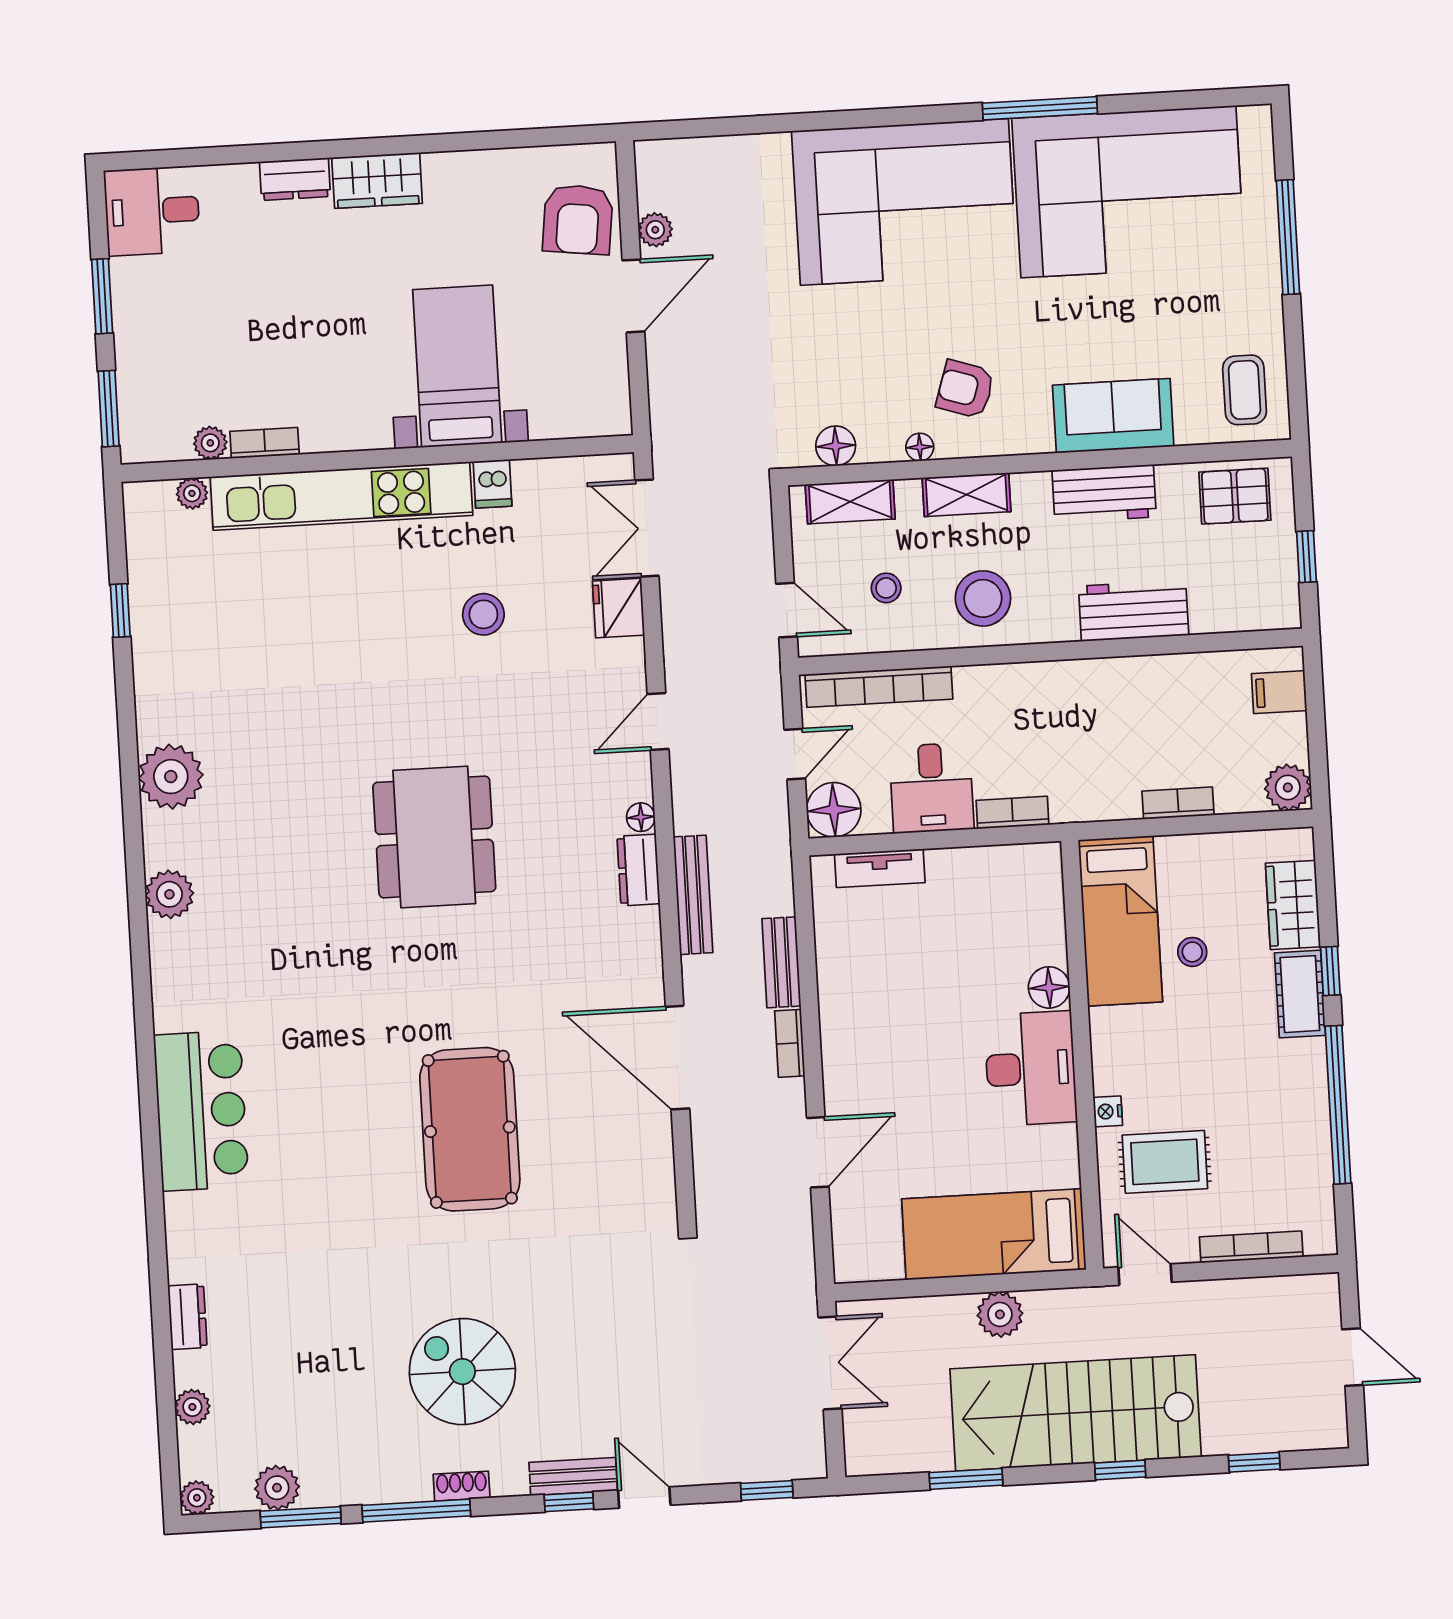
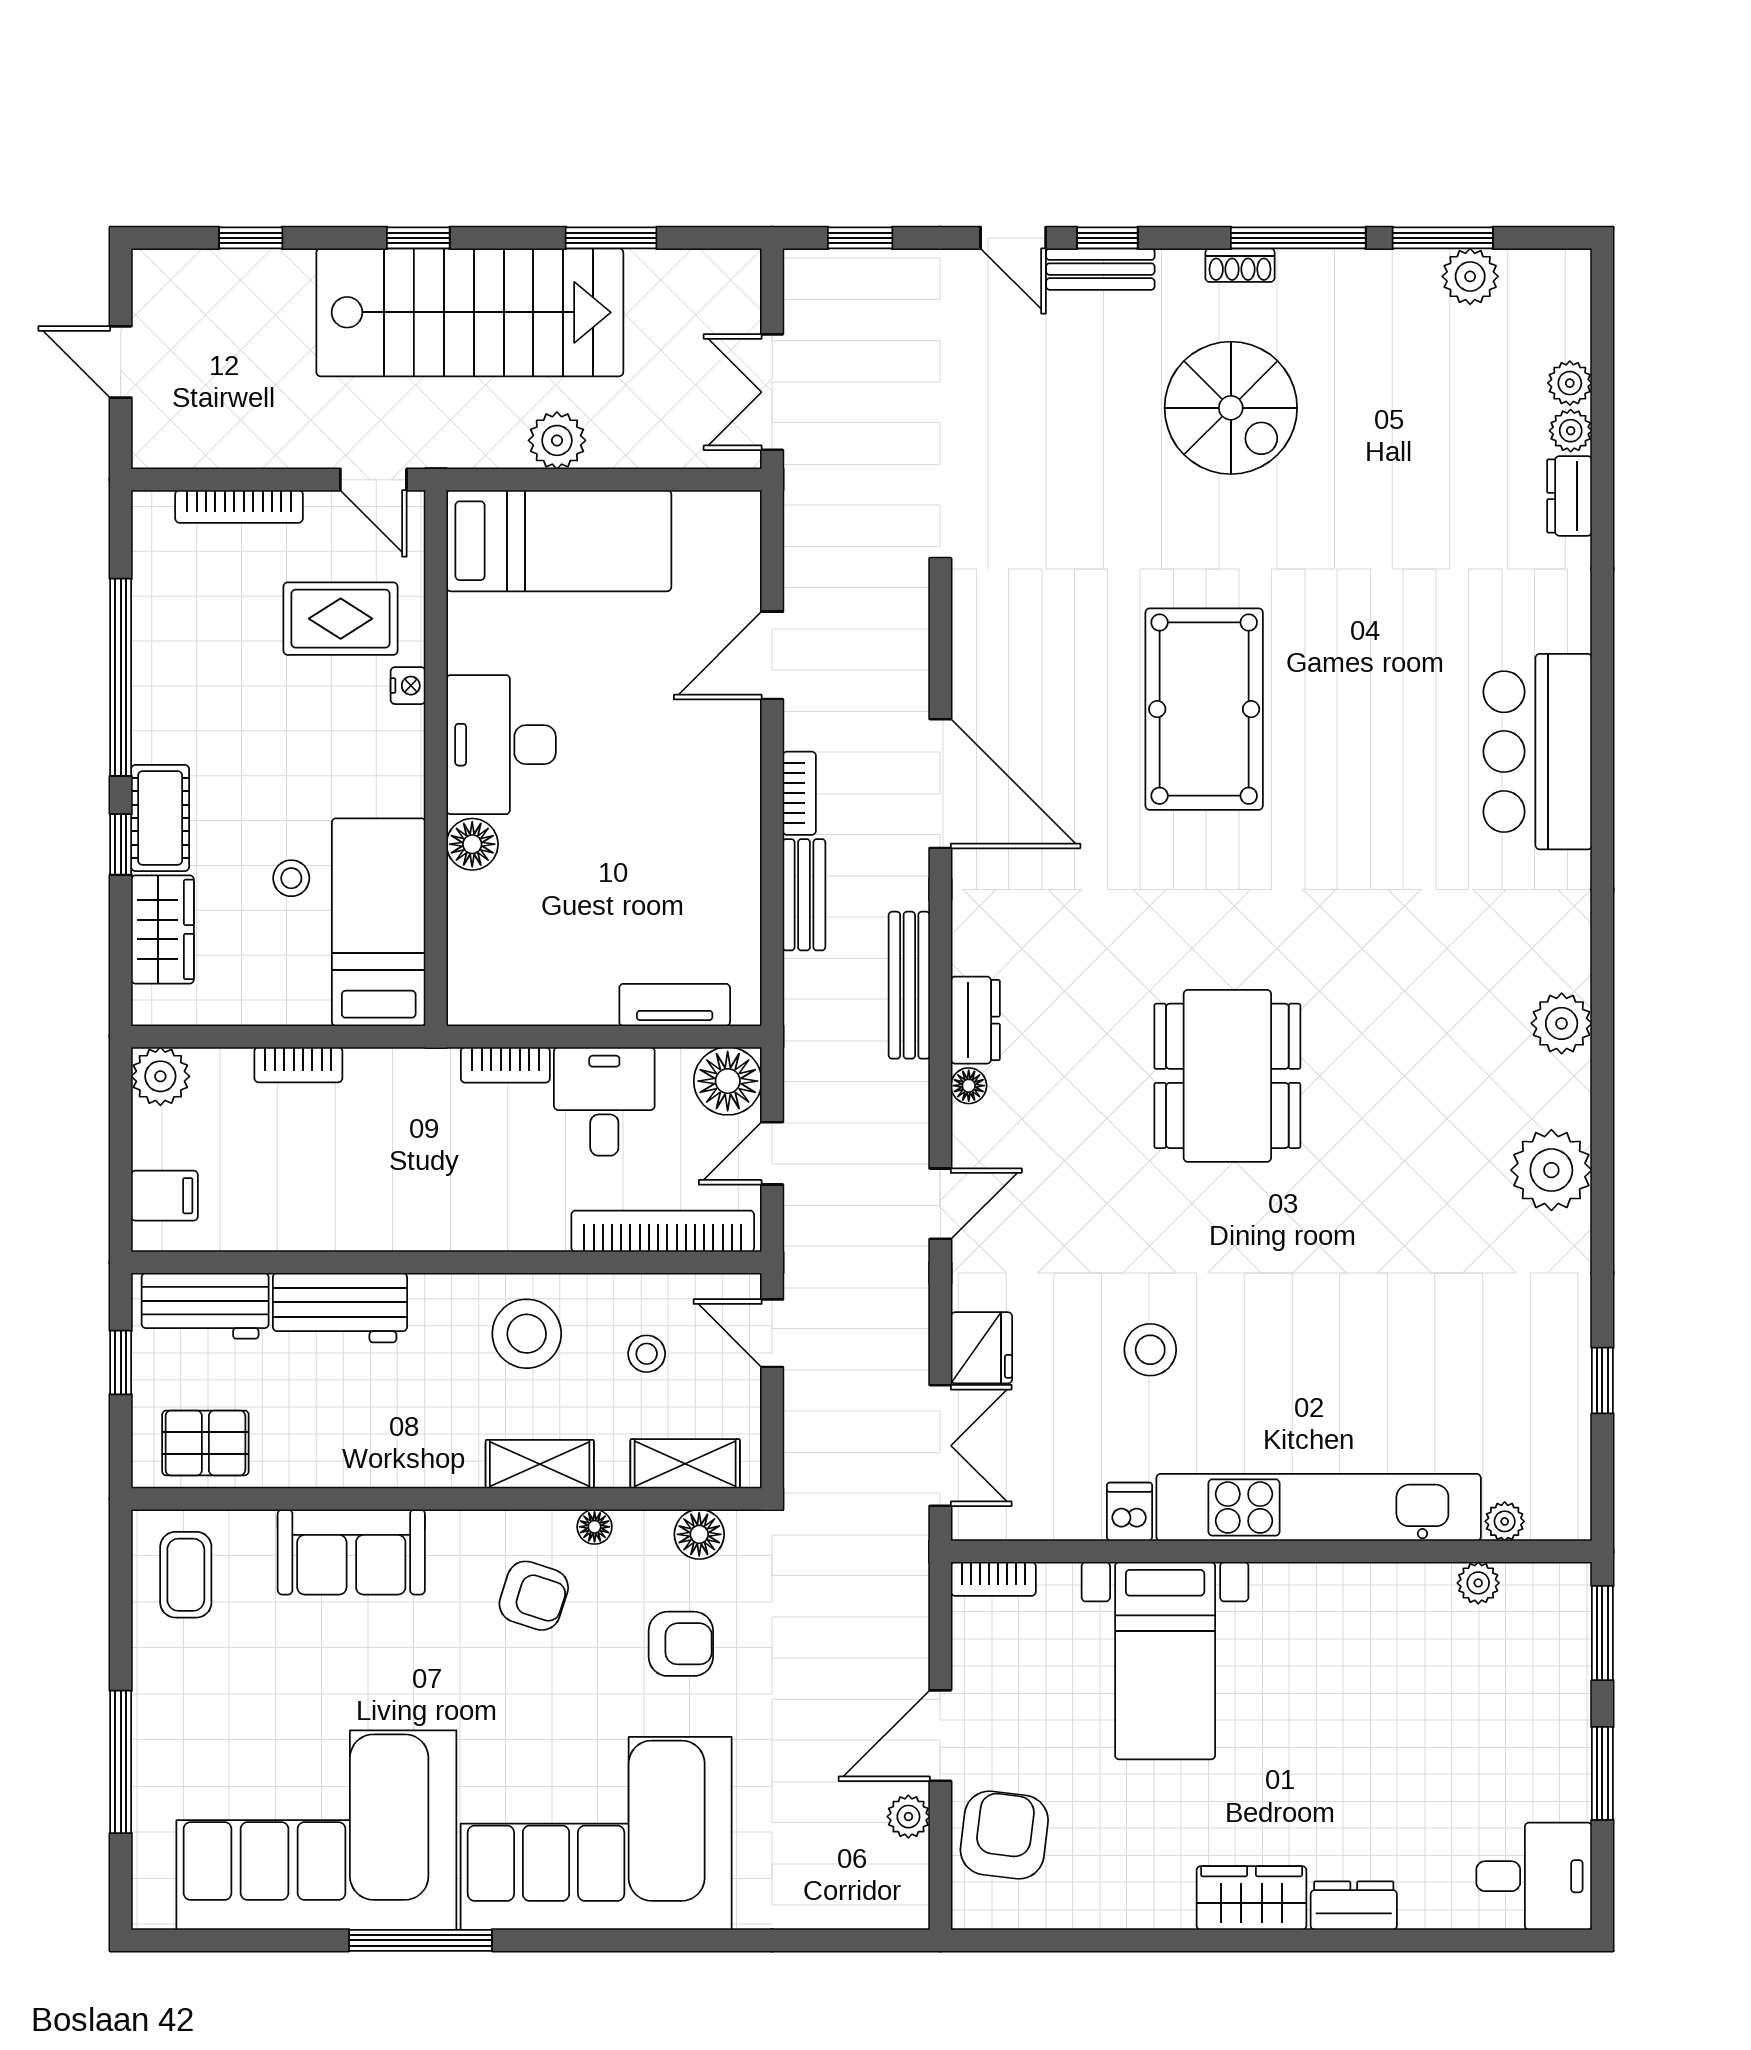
armchair: (845, 357) -> (681, 1644), added
bookcase: (265, 443) -> (993, 1579), moved
workbench: (1104, 494) -> (205, 1306), moved, turned 180
plant: (197, 1498) -> (1571, 431), moved

